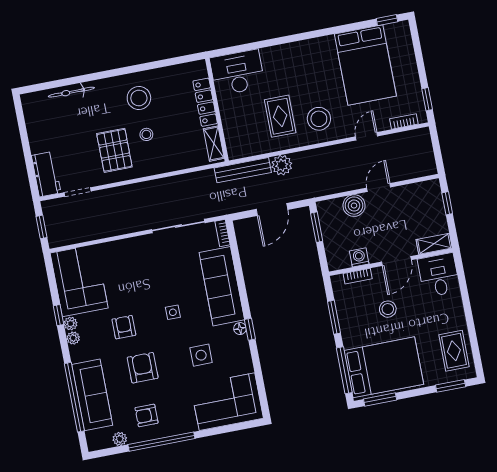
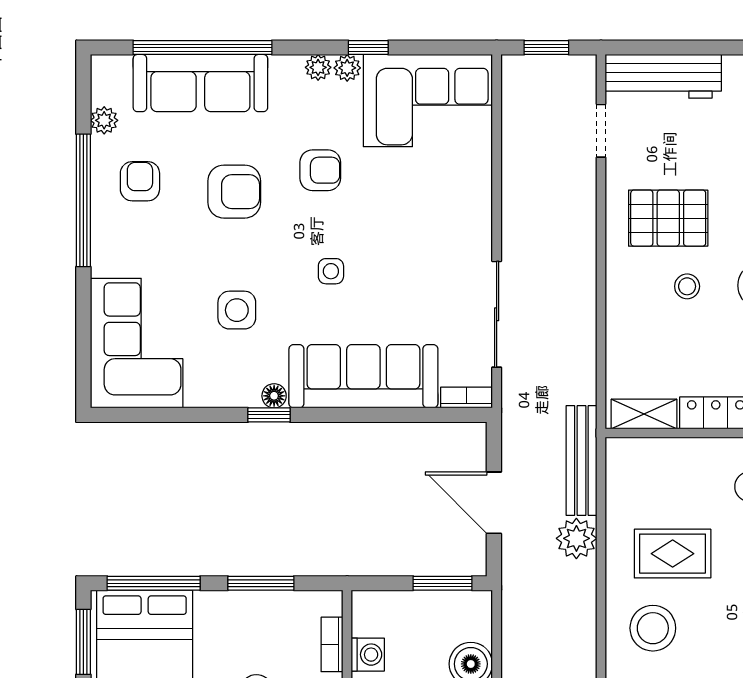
workbench: (46, 174) -> (663, 76), width x1.38

